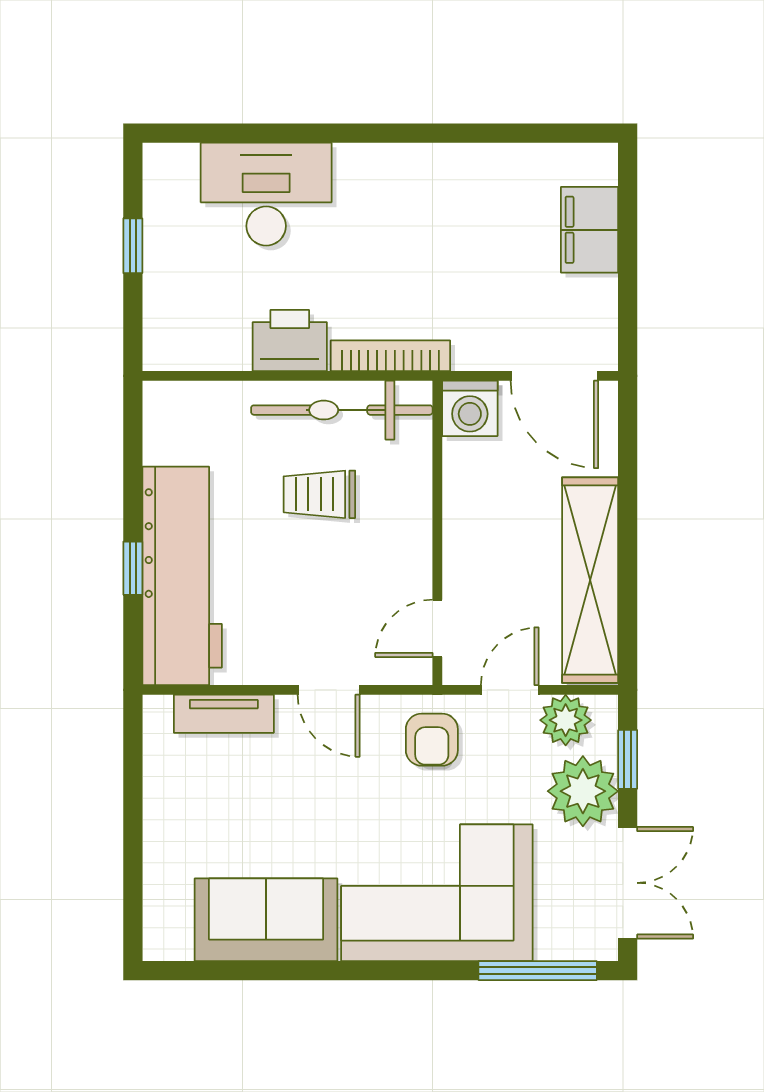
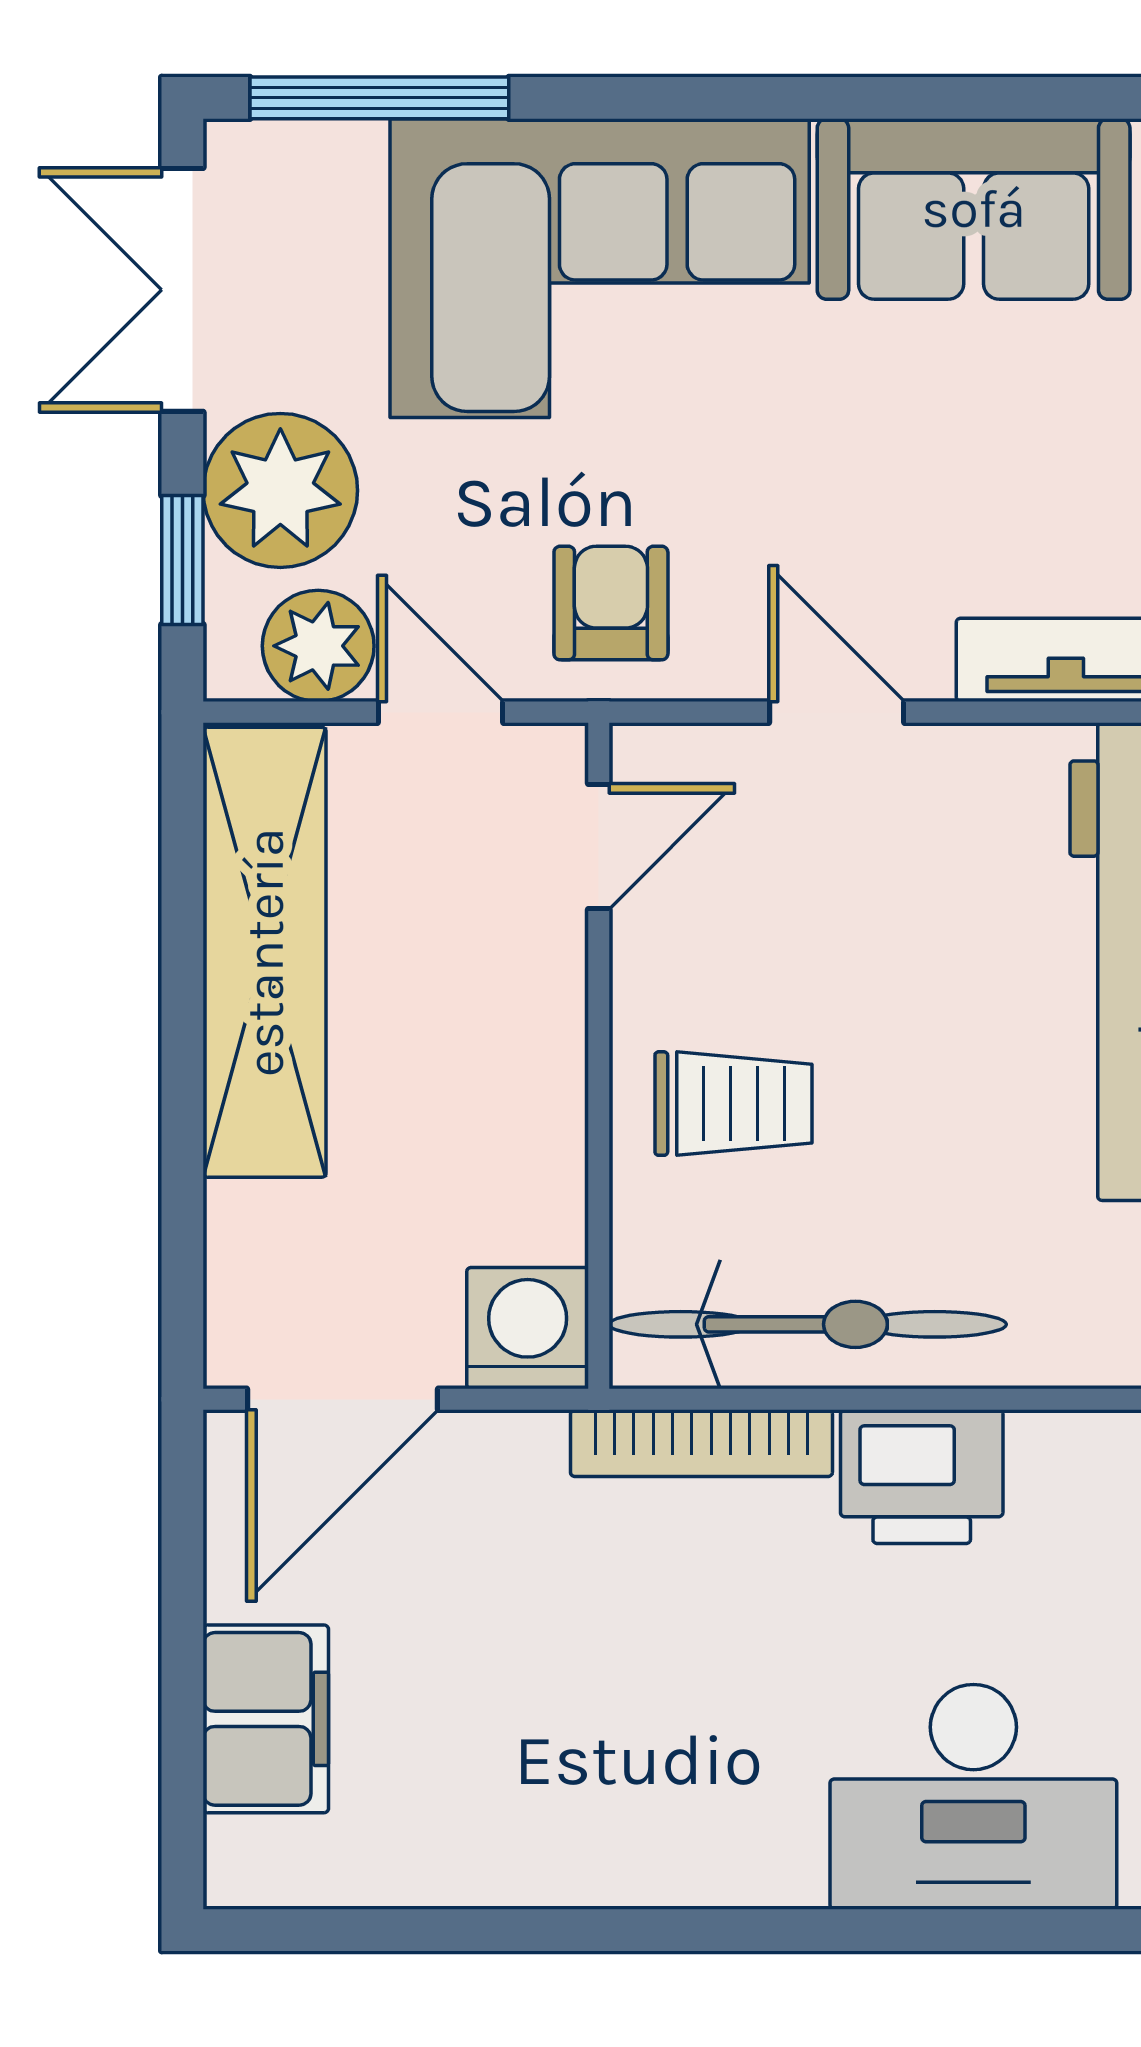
door: (554, 376) -> (343, 1399), swing flipped
trolley: (319, 494) -> (733, 1104), moved
door: (510, 690) -> (440, 712), swing flipped

